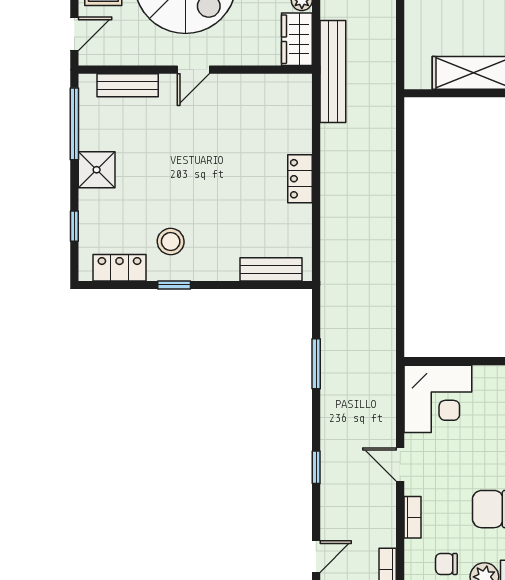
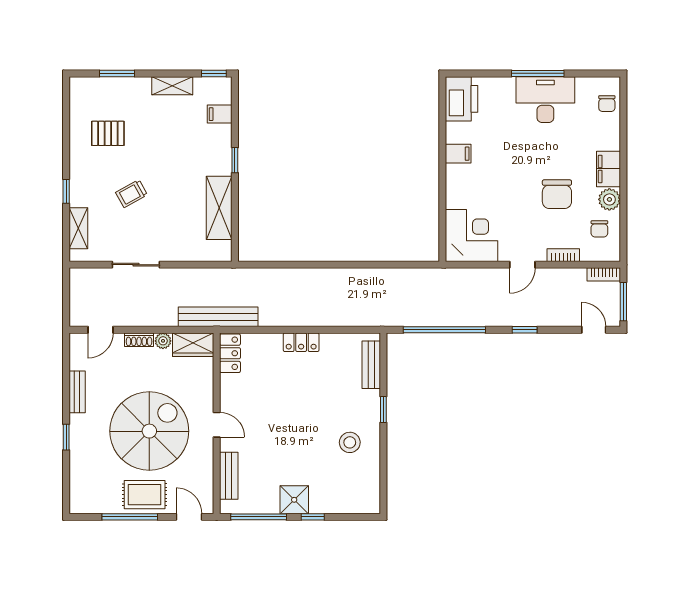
window: (74, 226) -> (313, 517), moved
locker: (119, 268) -> (230, 353), moved, turned 180
window: (174, 285) -> (383, 410), moved
window: (316, 364) -> (444, 330), width x2.11

